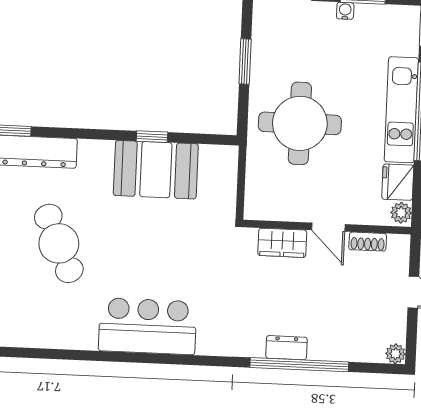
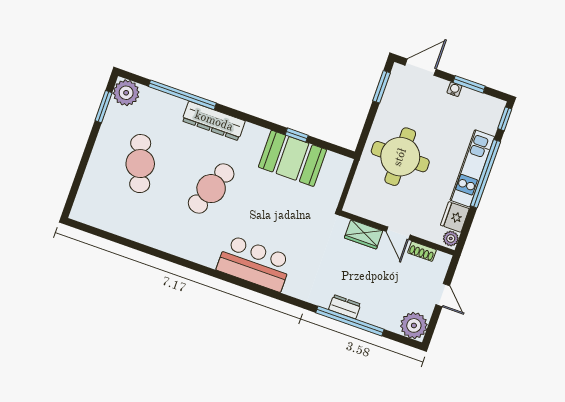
window: (245, 62) -> (381, 87), moved
cafe table: (59, 243) -> (211, 189), turned 45
plant: (395, 354) -> (414, 325), width x1.88, depth x1.88

